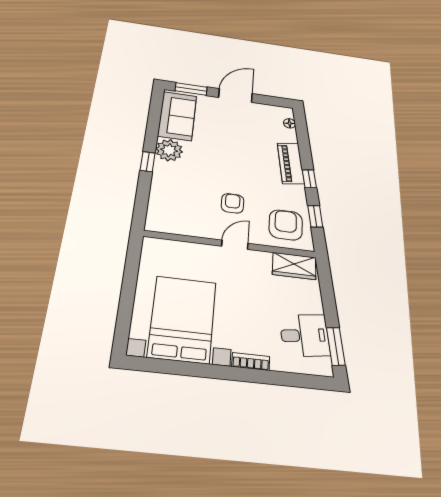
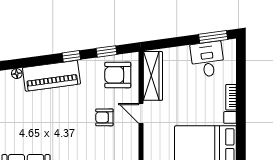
piano: (291, 163) -> (51, 76), width x1.37, depth x1.33
wardrobe: (294, 266) -> (153, 76), width x1.50

